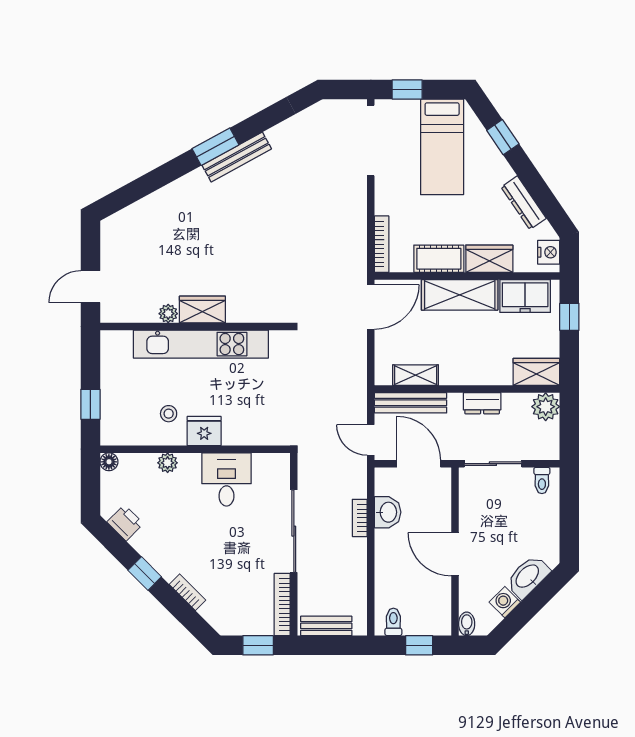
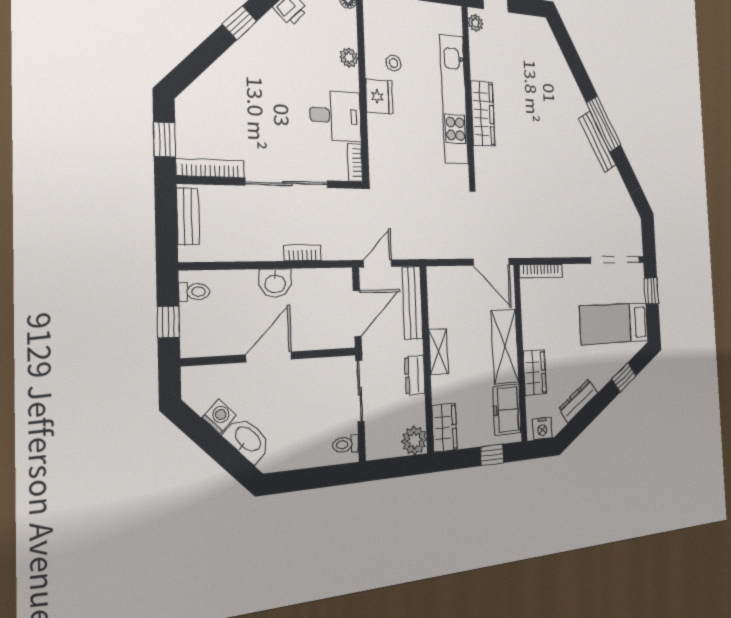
window: (215, 147) -> (604, 124), width x1.44
cot: (439, 259) -> (532, 325), removed
wardrobe: (202, 310) -> (483, 114), width x1.50
plant: (168, 314) -> (475, 23), moved
shelving: (416, 375) -> (438, 352), moved
washbasin: (388, 512) -> (275, 283), moved
bookcase: (187, 592) -> (355, 163), moved, turned 135
bidet: (467, 624) -> (194, 375), removed

